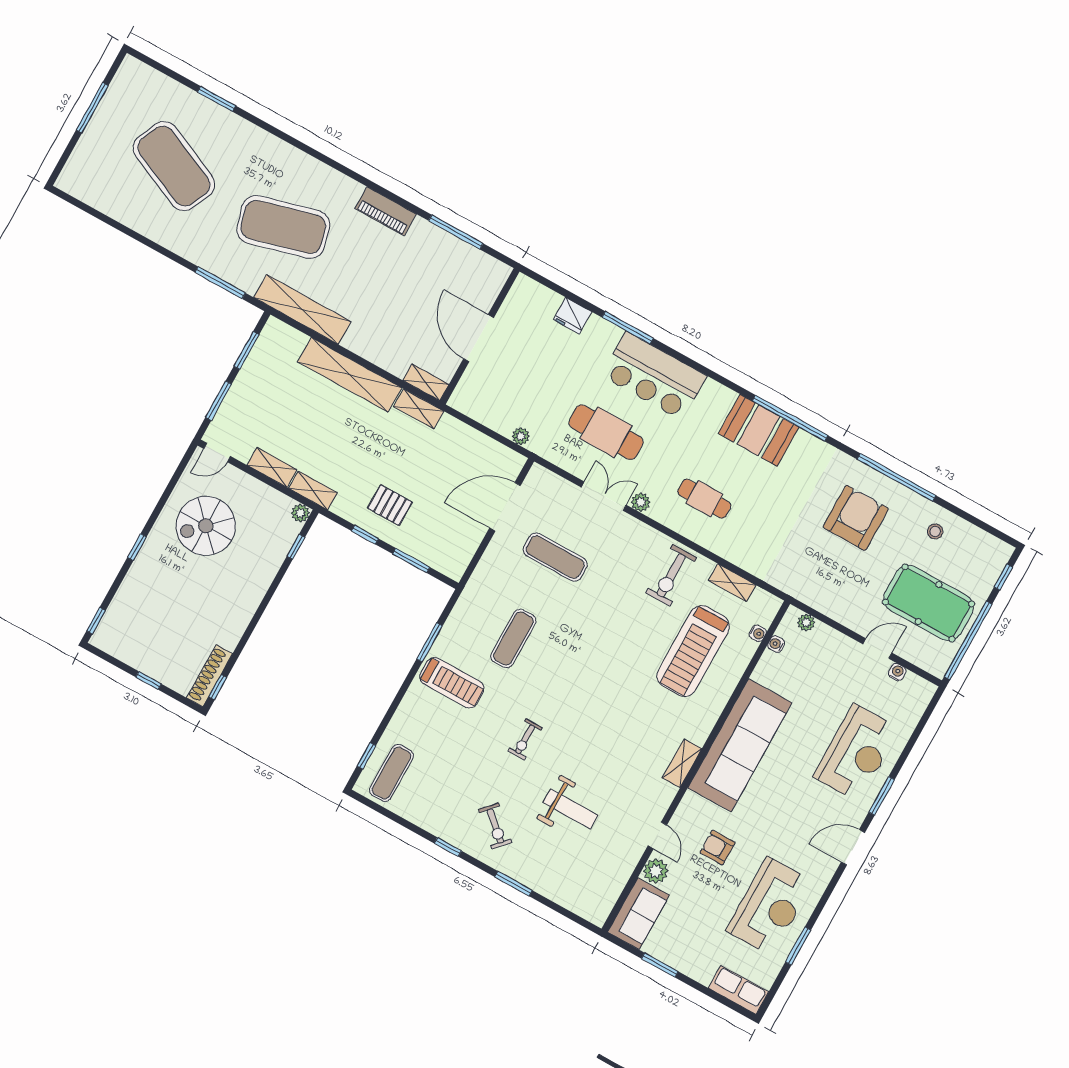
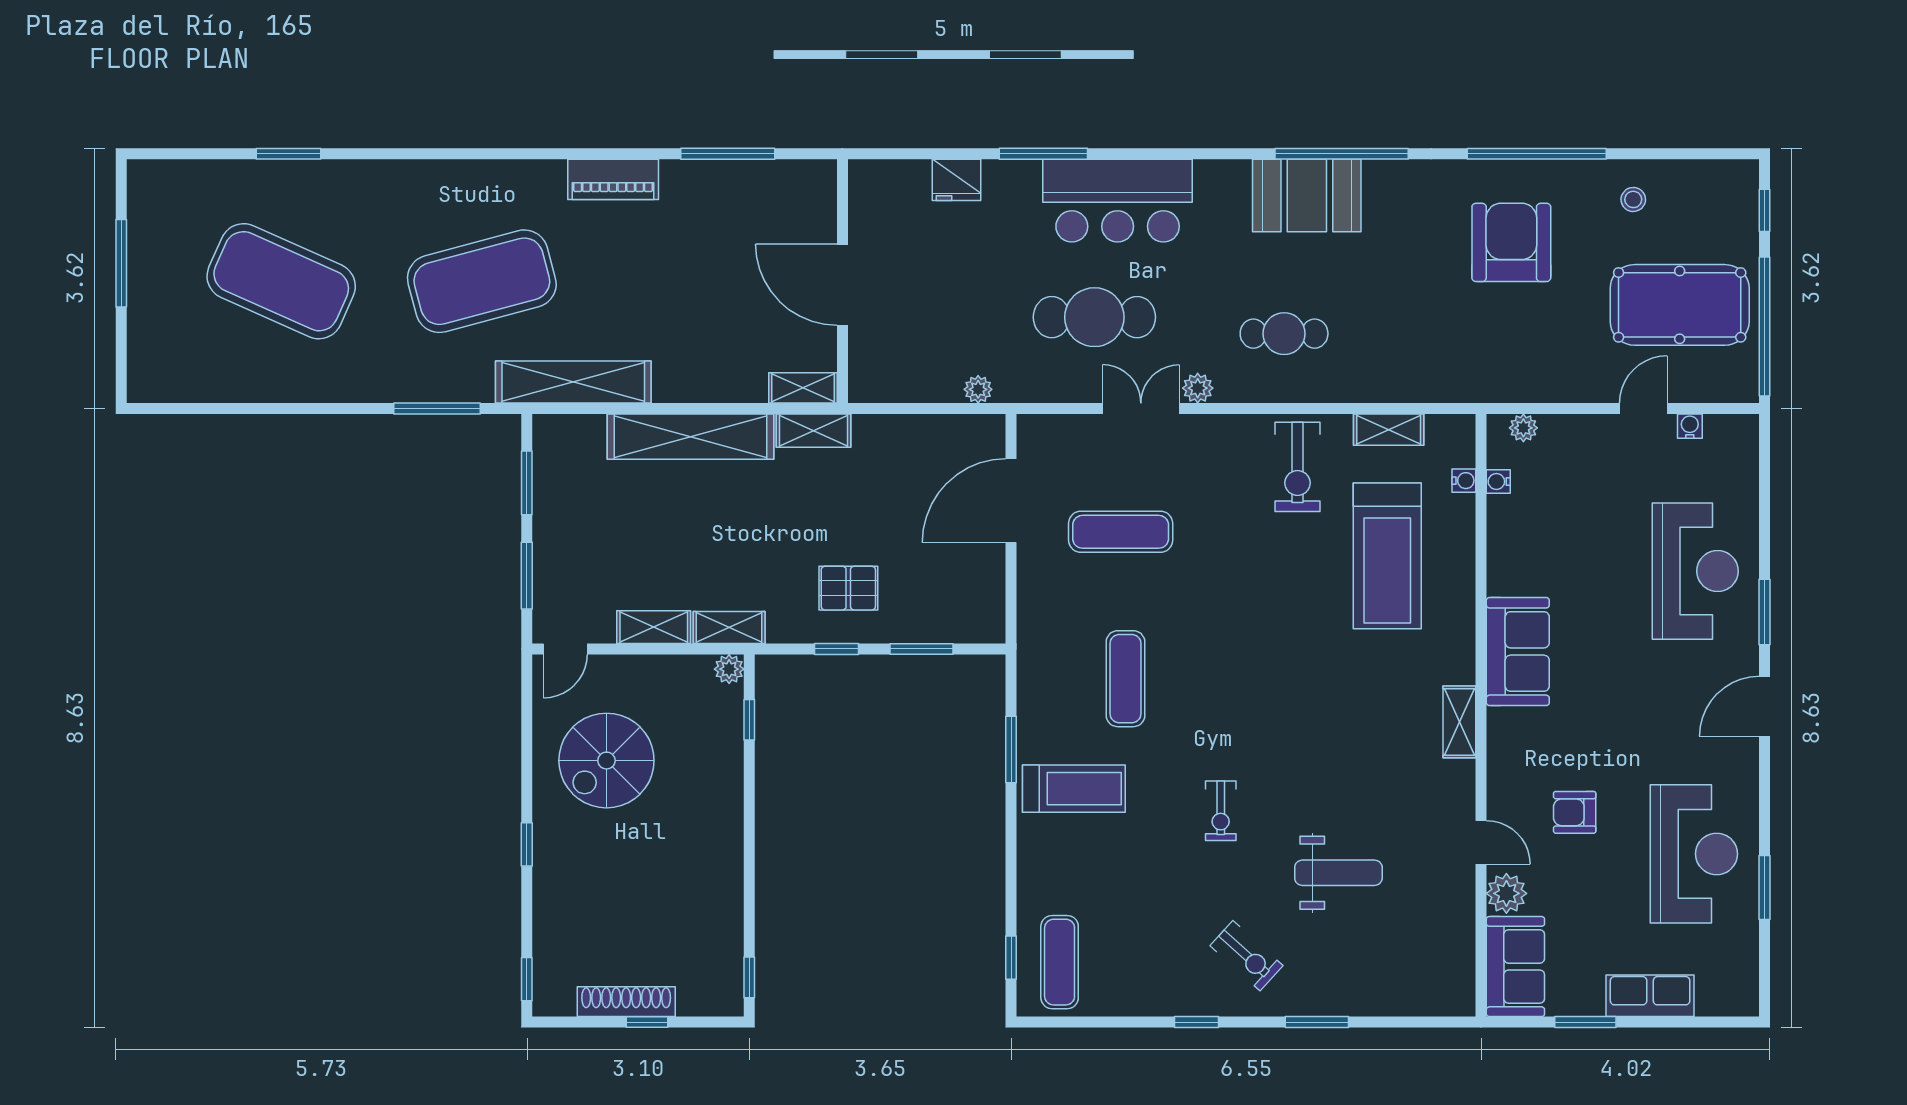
shoe rack: (210, 676) -> (626, 1002), moved, turned 90
sofa: (740, 745) -> (1518, 652), width x0.54, depth x0.79
row of seats: (738, 990) -> (1650, 996), moved

